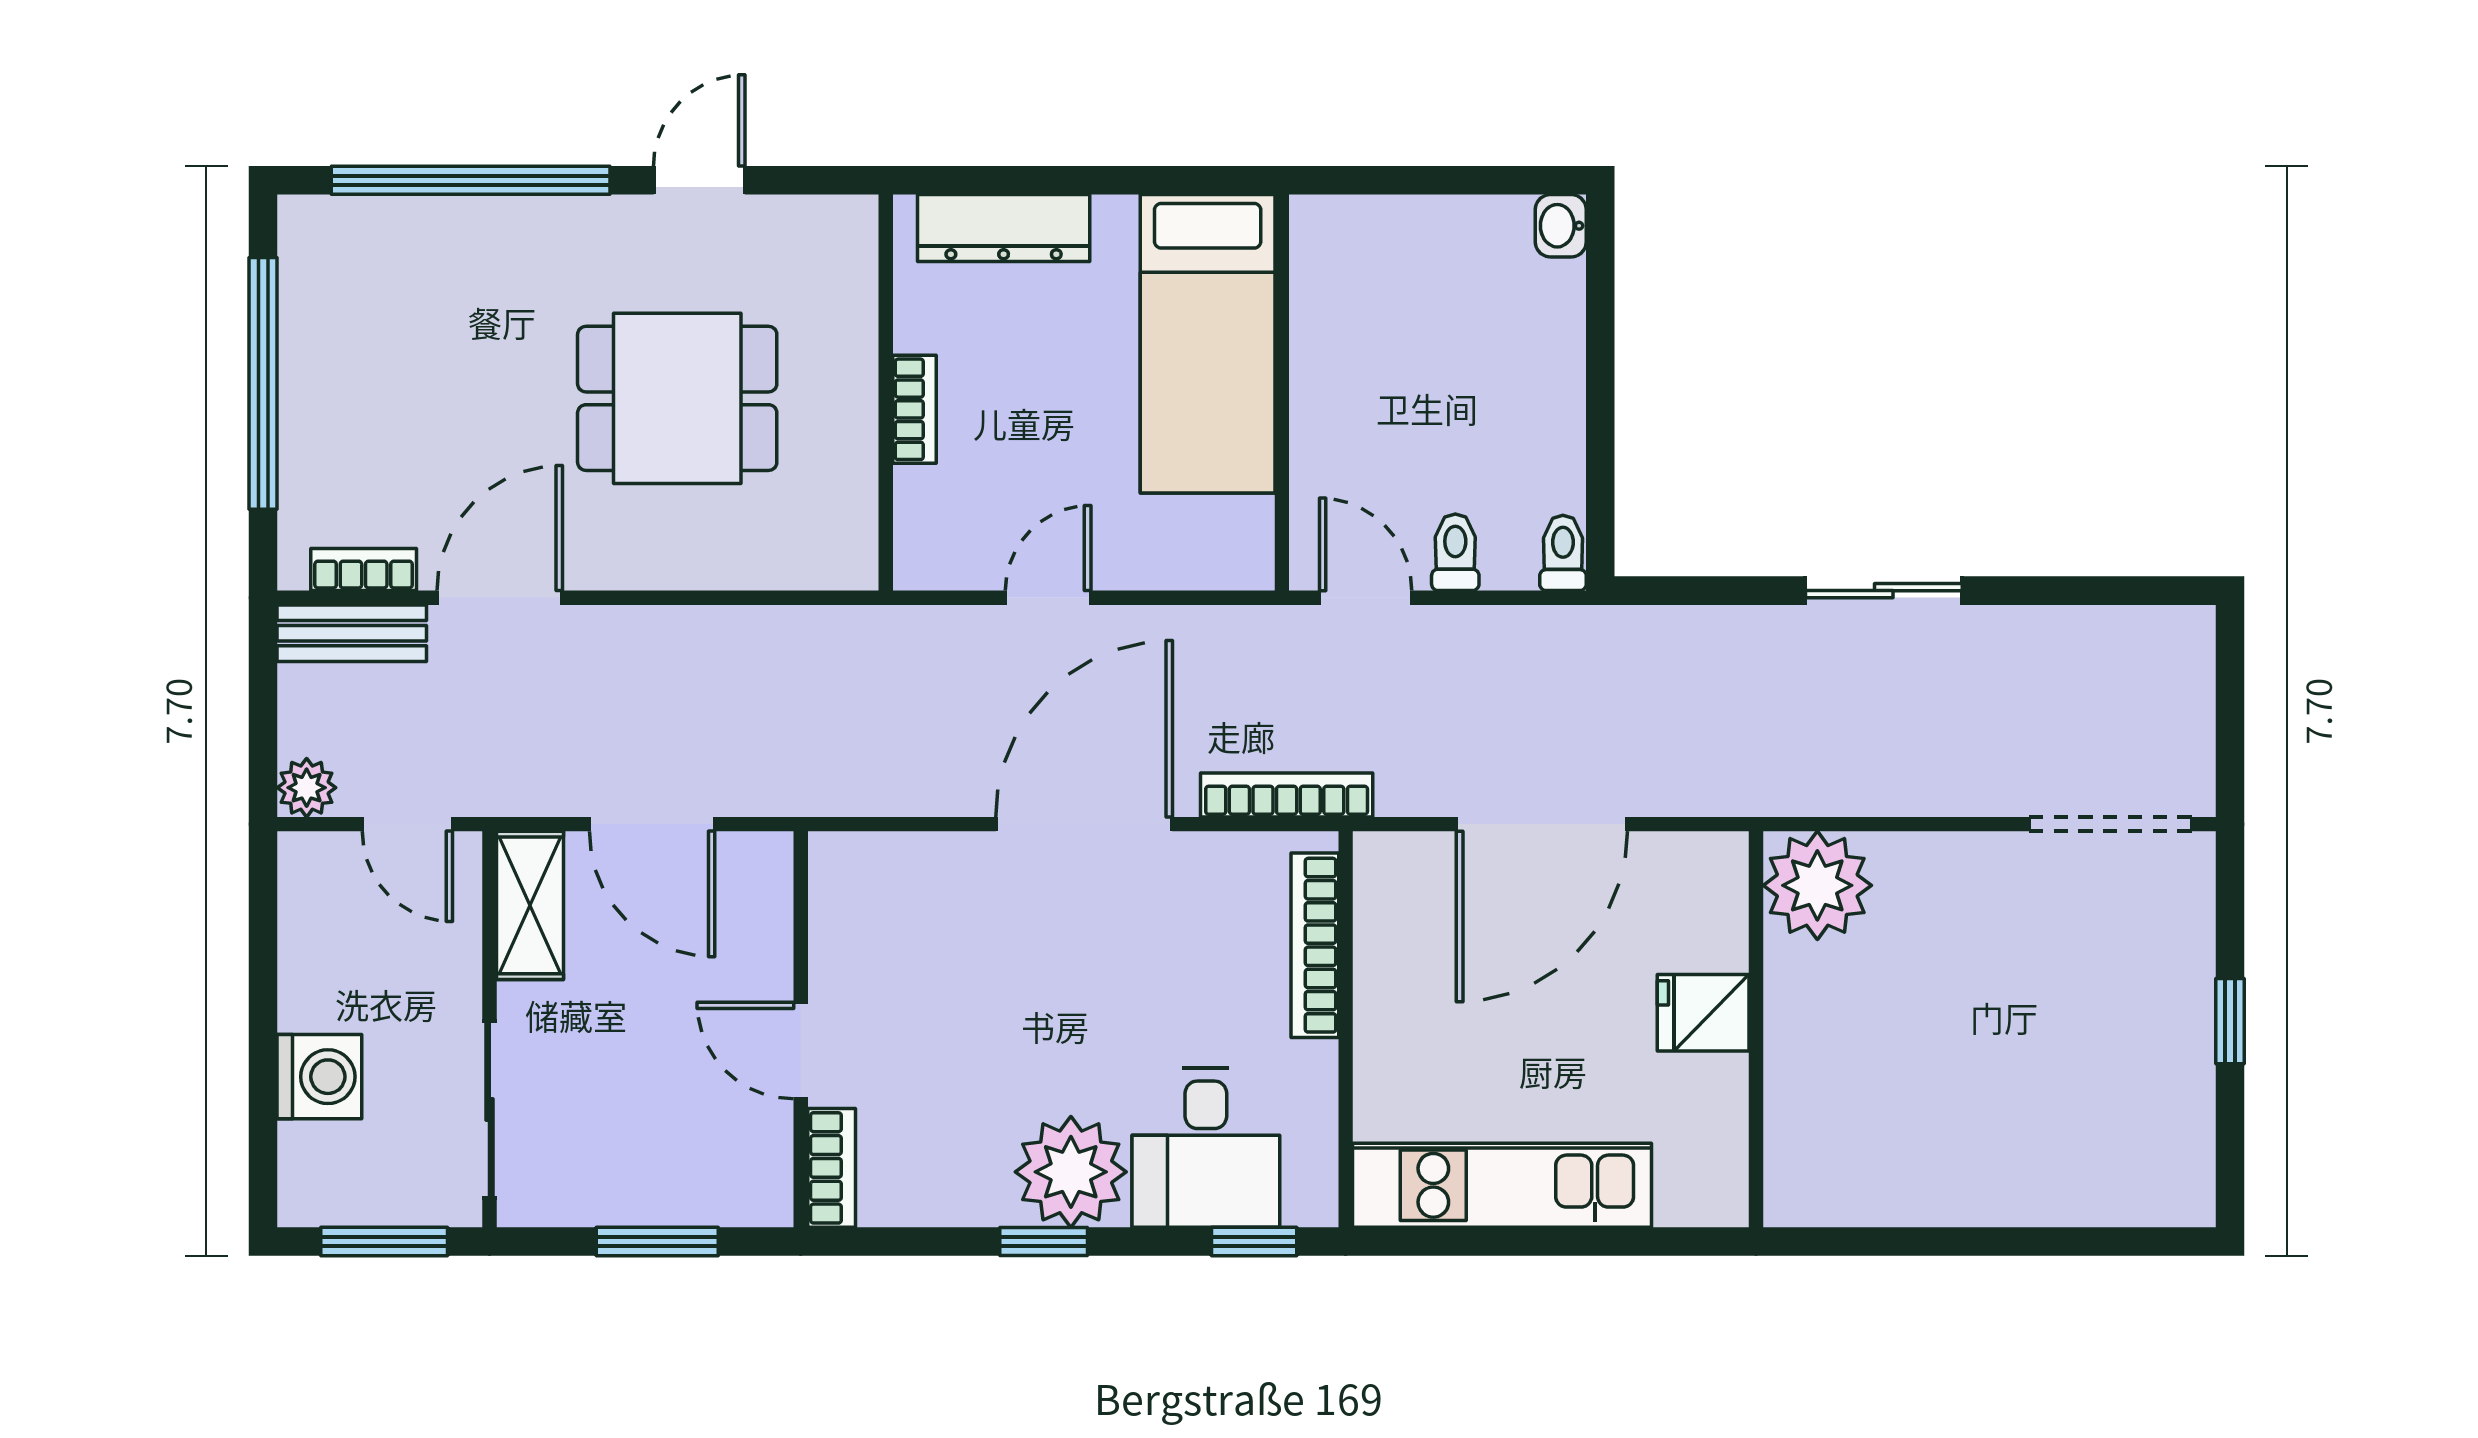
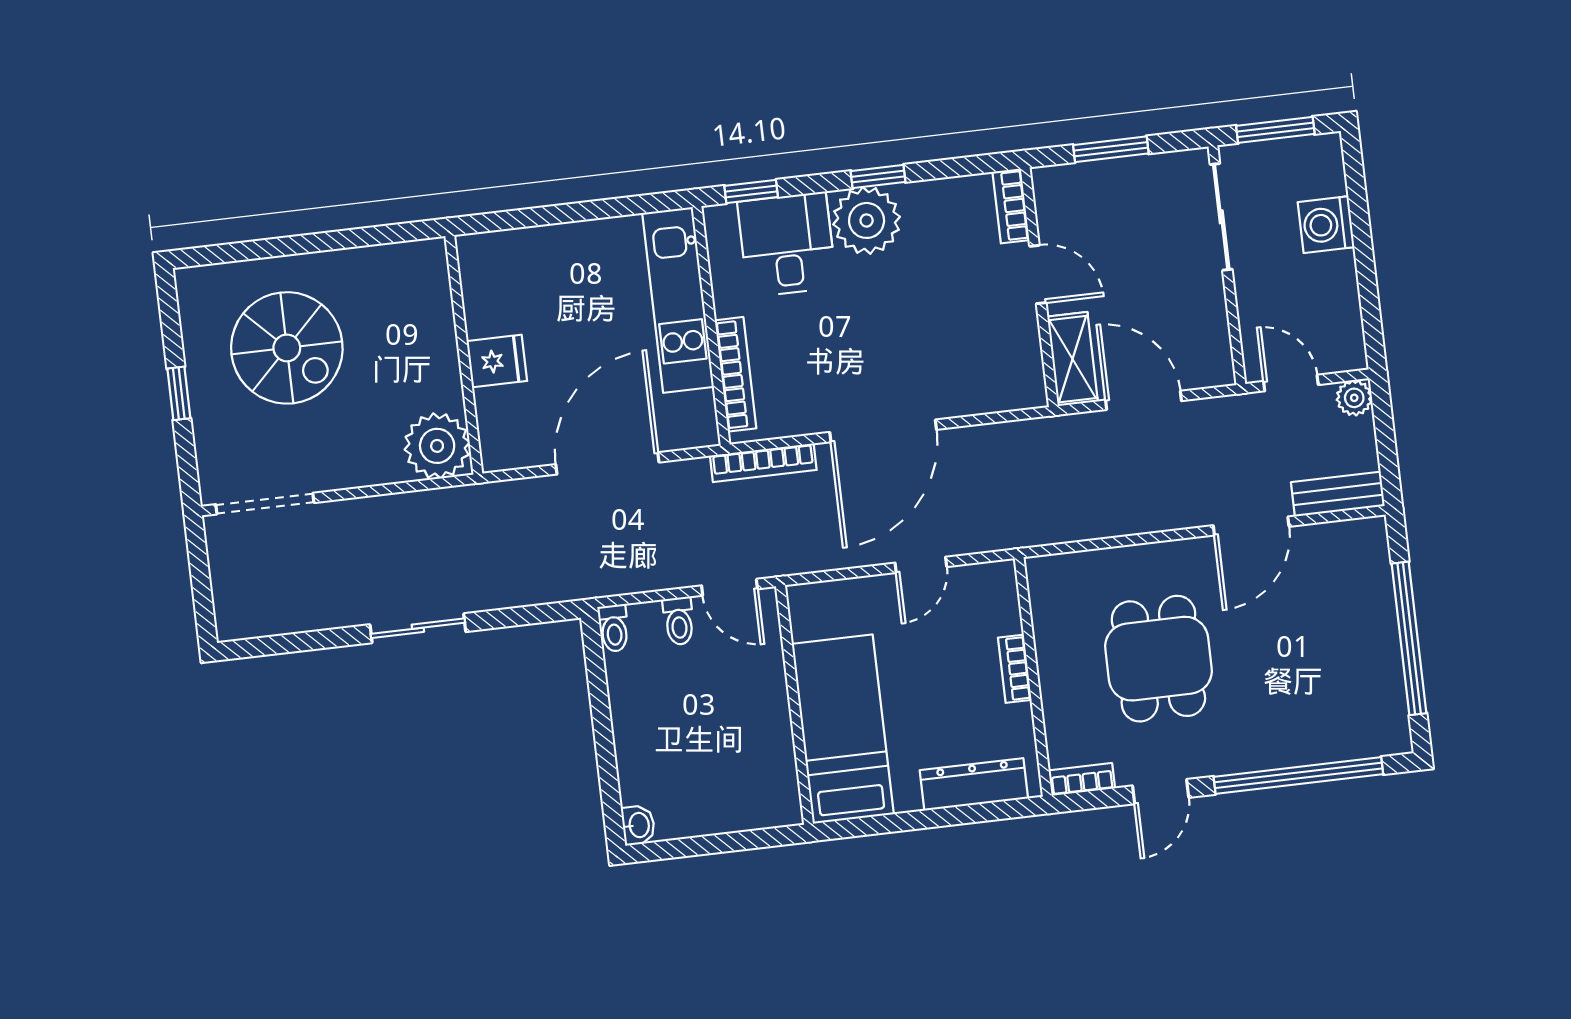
dining table: (677, 398) -> (1158, 659), turned 90
bookcase: (364, 570) -> (1082, 779), moved, turned 180
shelving: (530, 905) -> (1072, 359), moved
spiral stairs: (2044, 1075) -> (287, 348), added
kitchen unit: (1502, 1185) -> (678, 300), moved, turned 90

